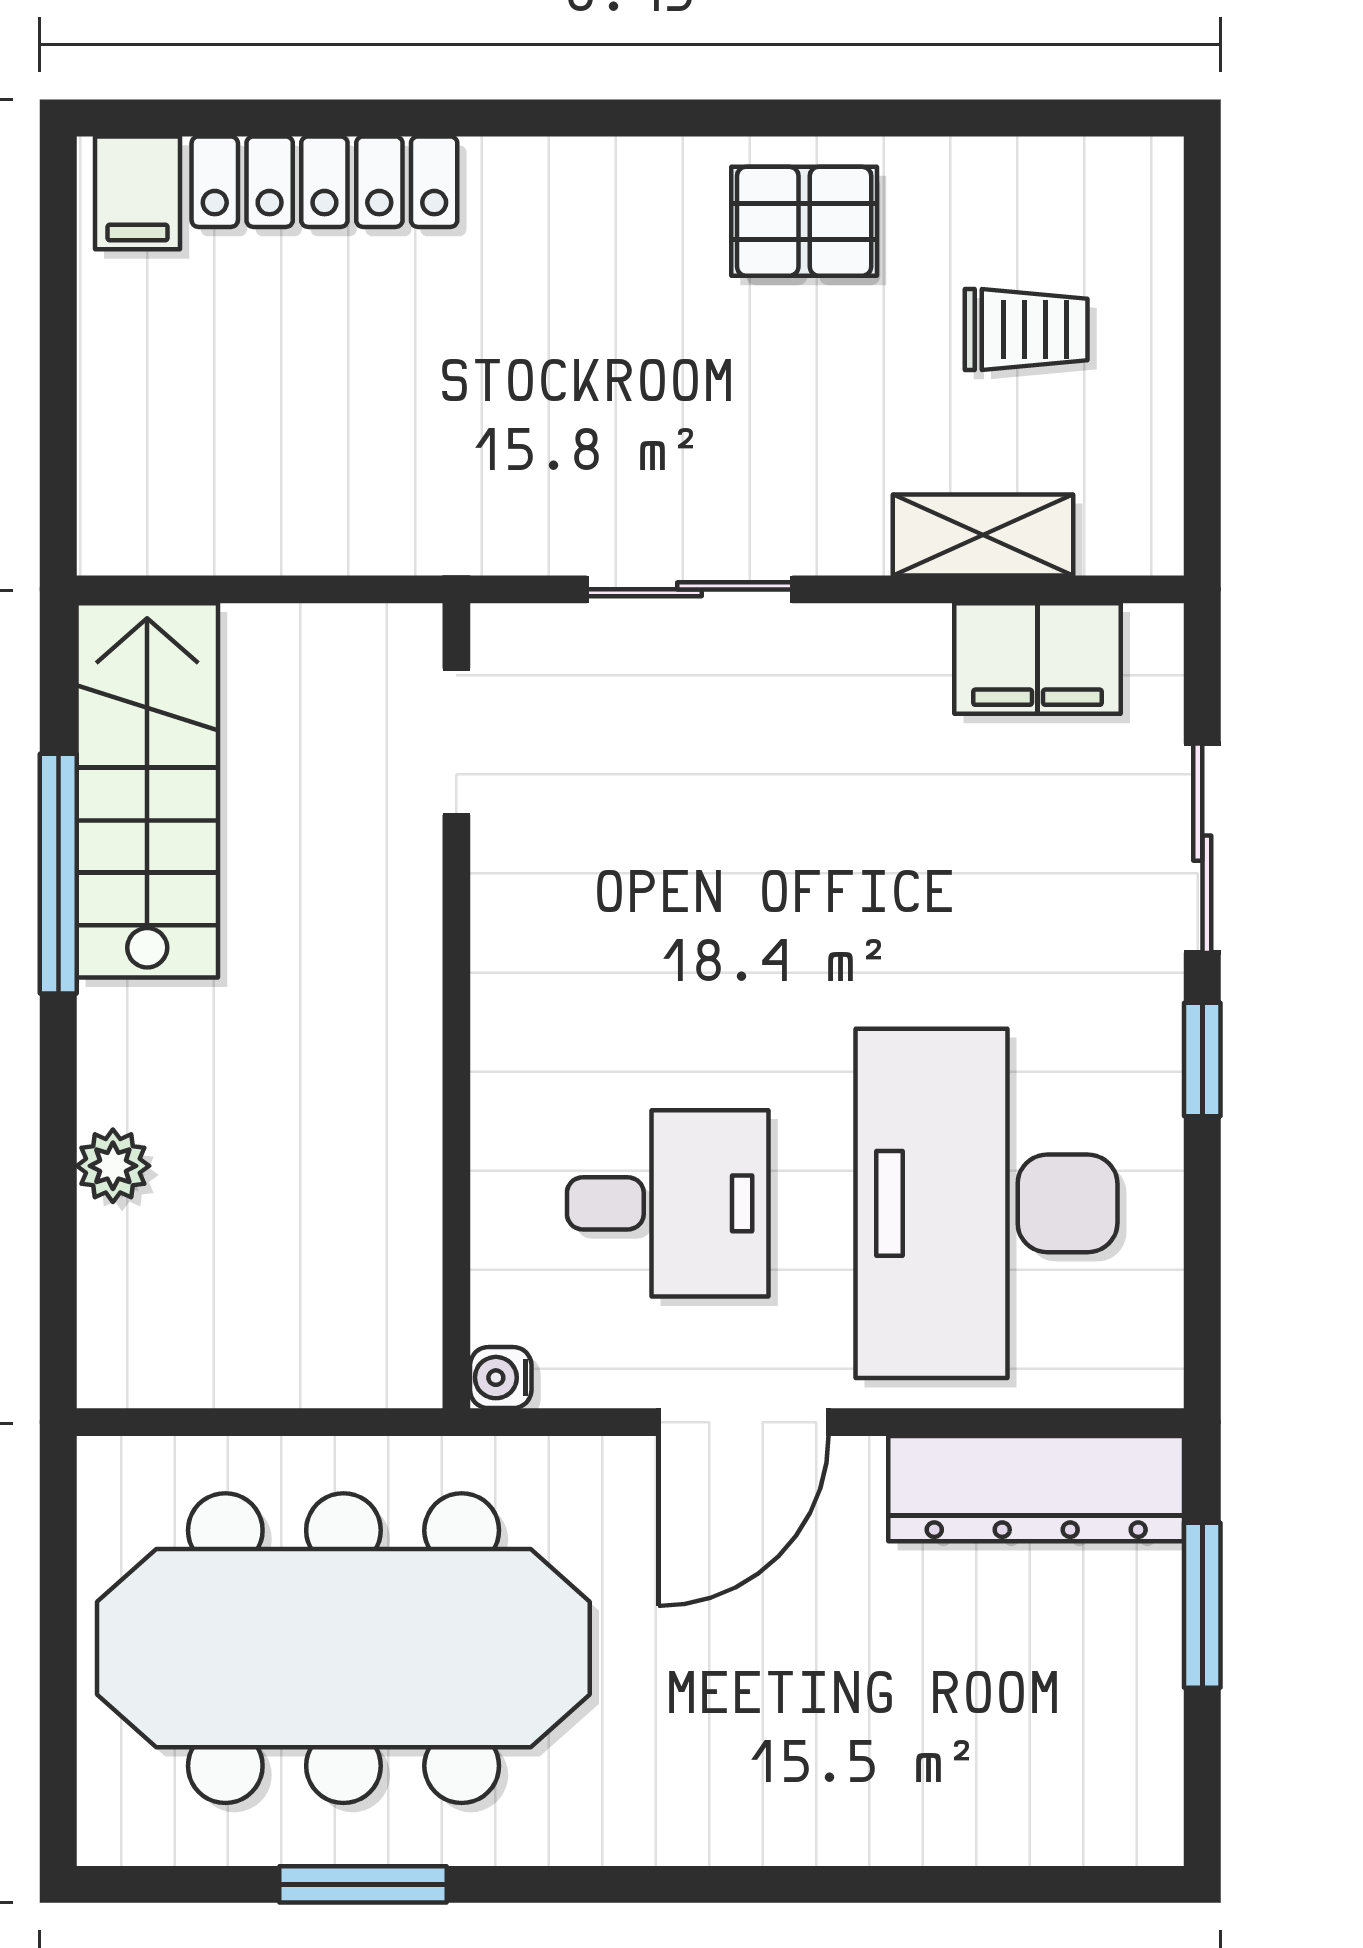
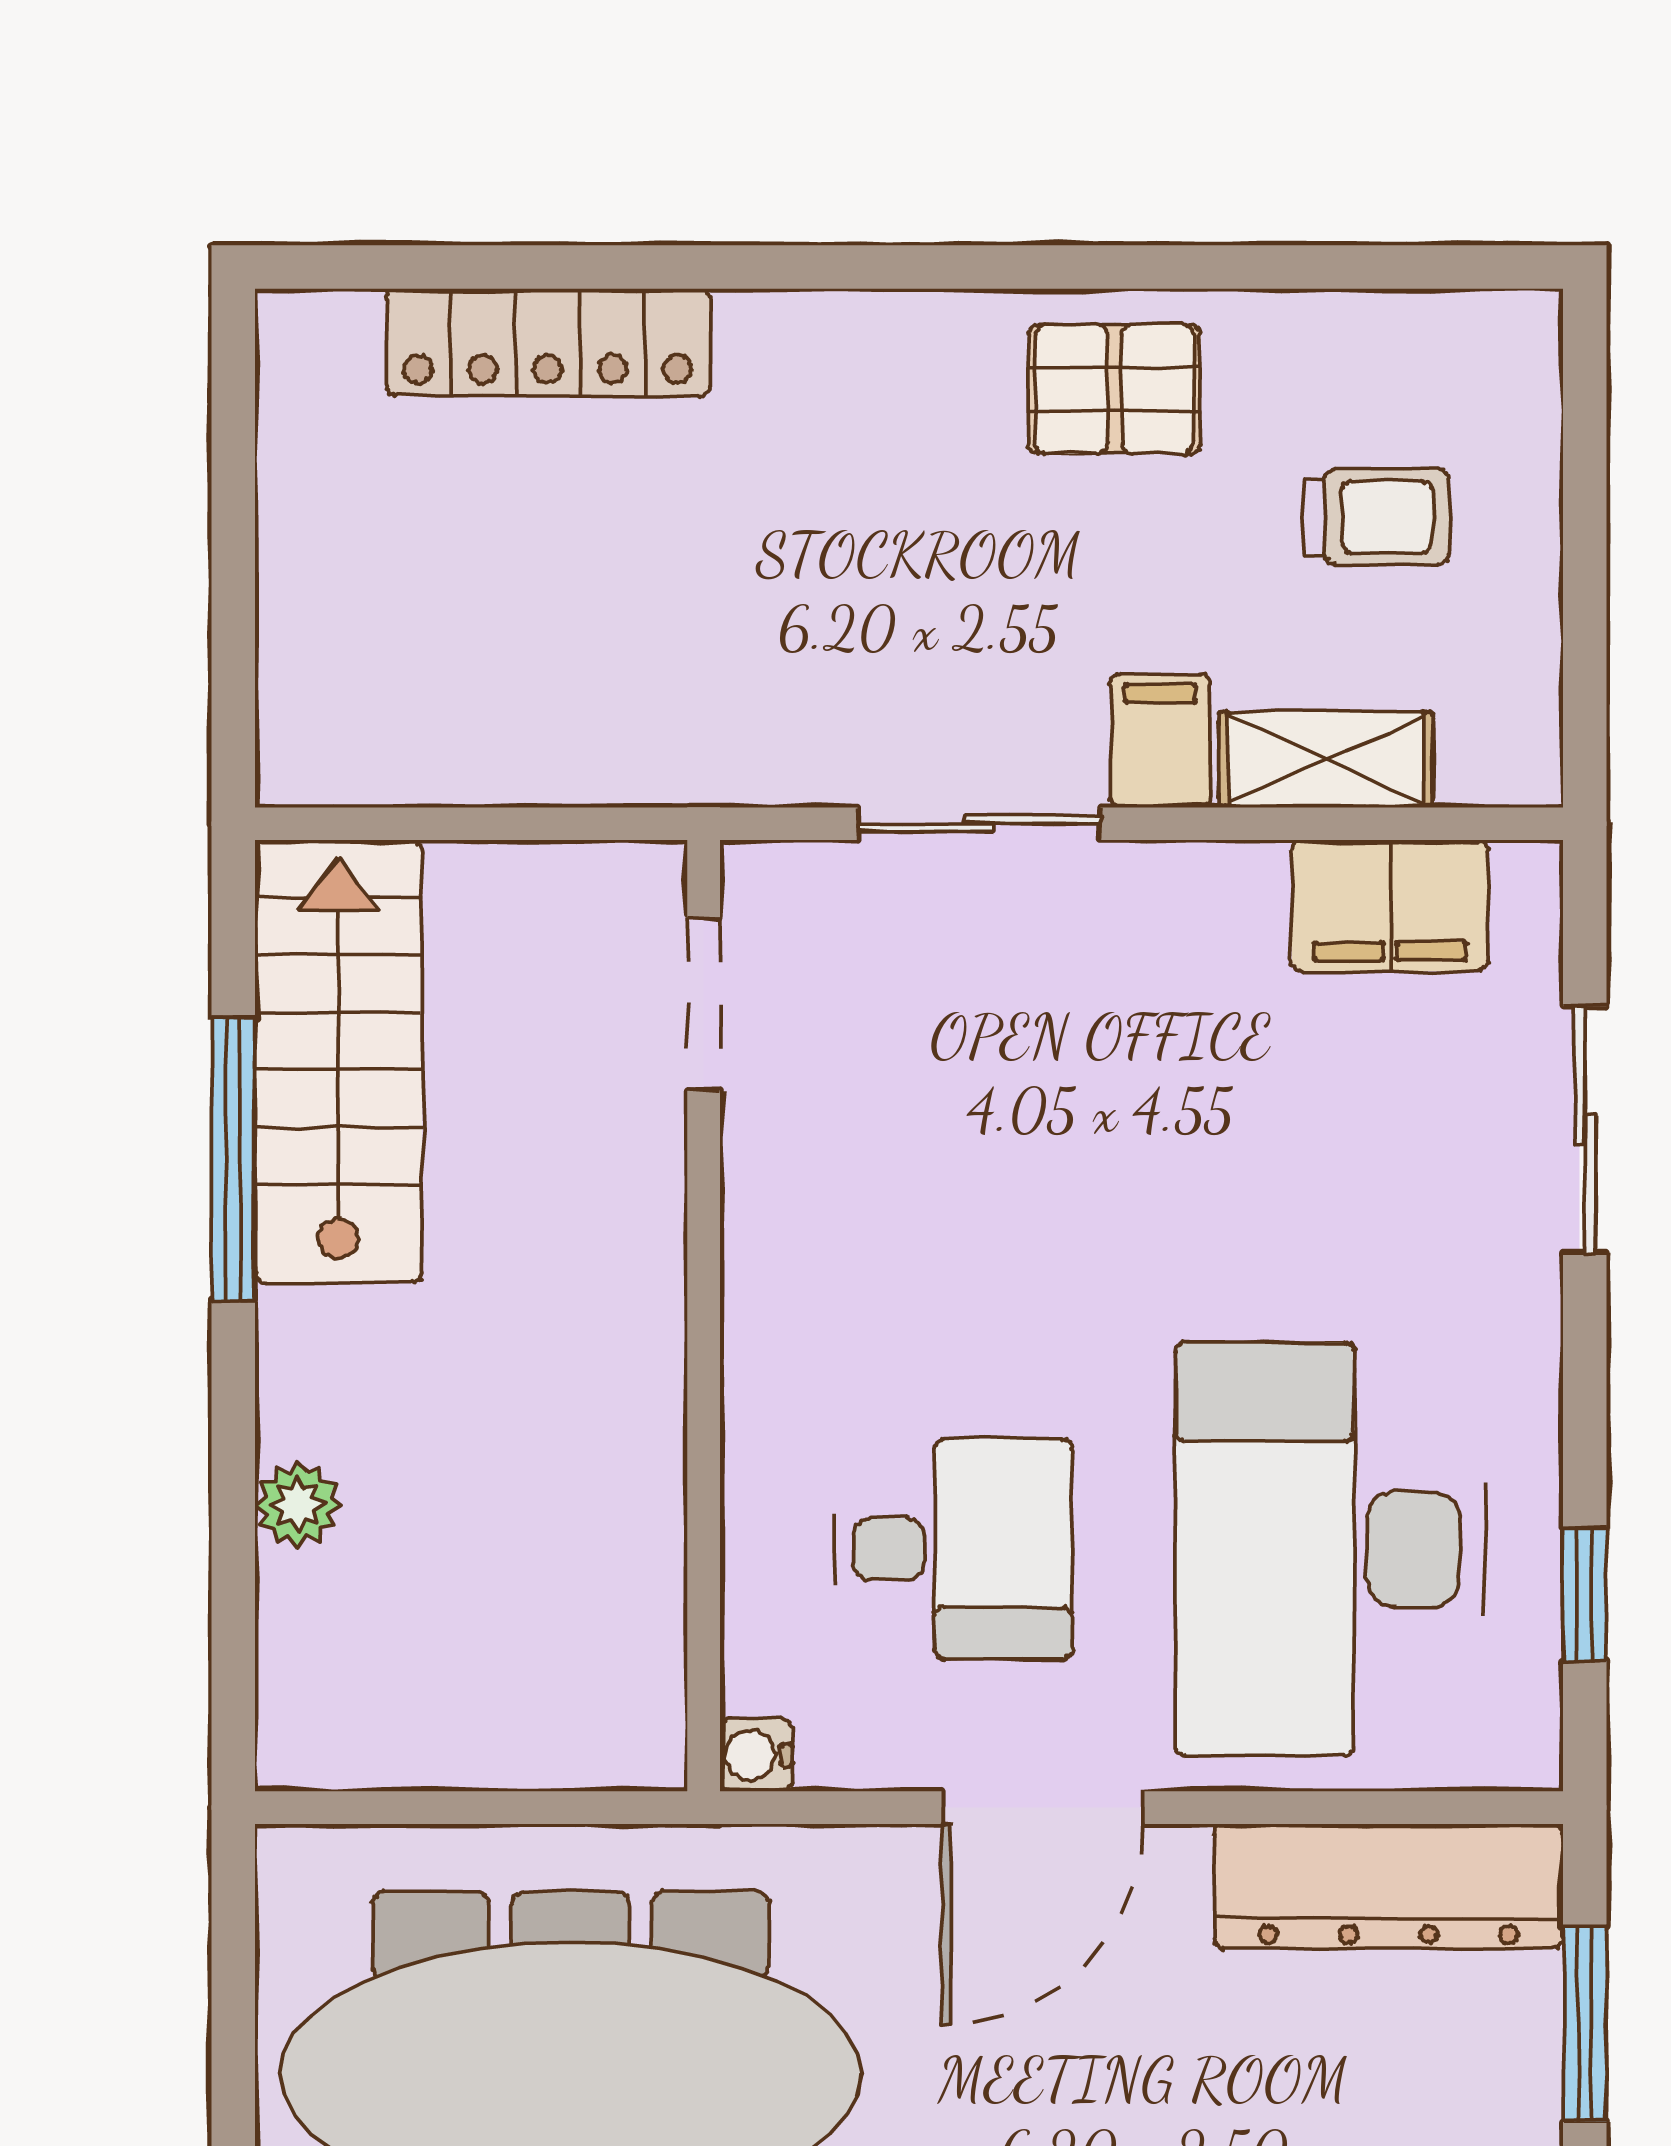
filing cabinet: (138, 193) -> (1160, 741), moved, turned 180
window: (1202, 1059) -> (1585, 1595), moved

